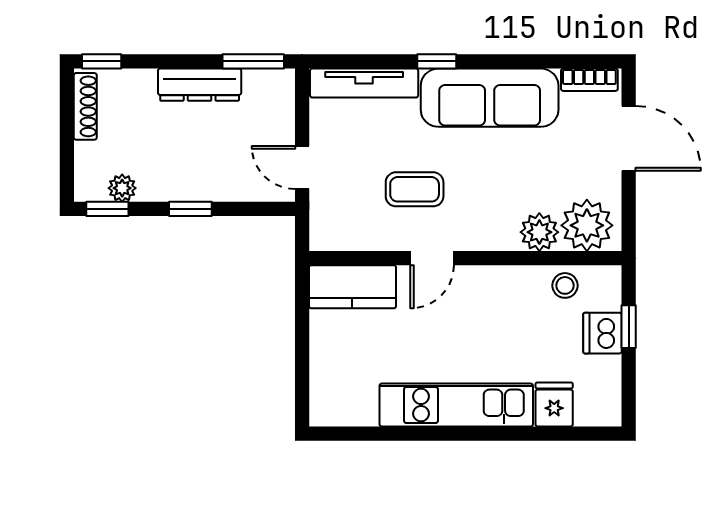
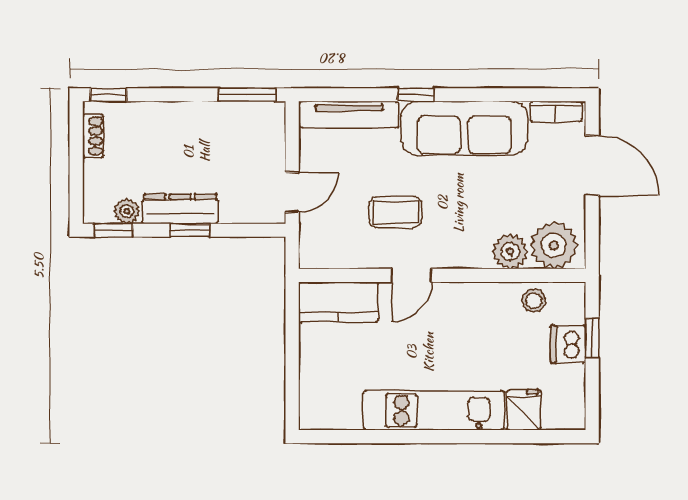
dresser: (200, 85) -> (180, 209), moved, turned 180
shoe rack: (85, 106) -> (93, 136), width x0.70
door: (302, 167) -> (292, 192), swing flipped

